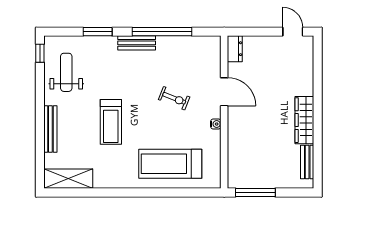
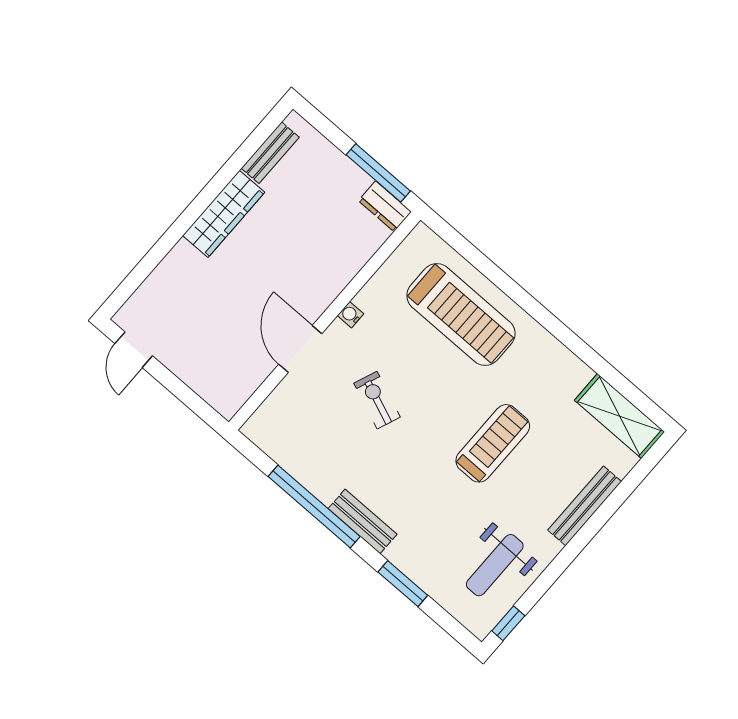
dresser: (235, 49) -> (385, 206), moved, turned -90

